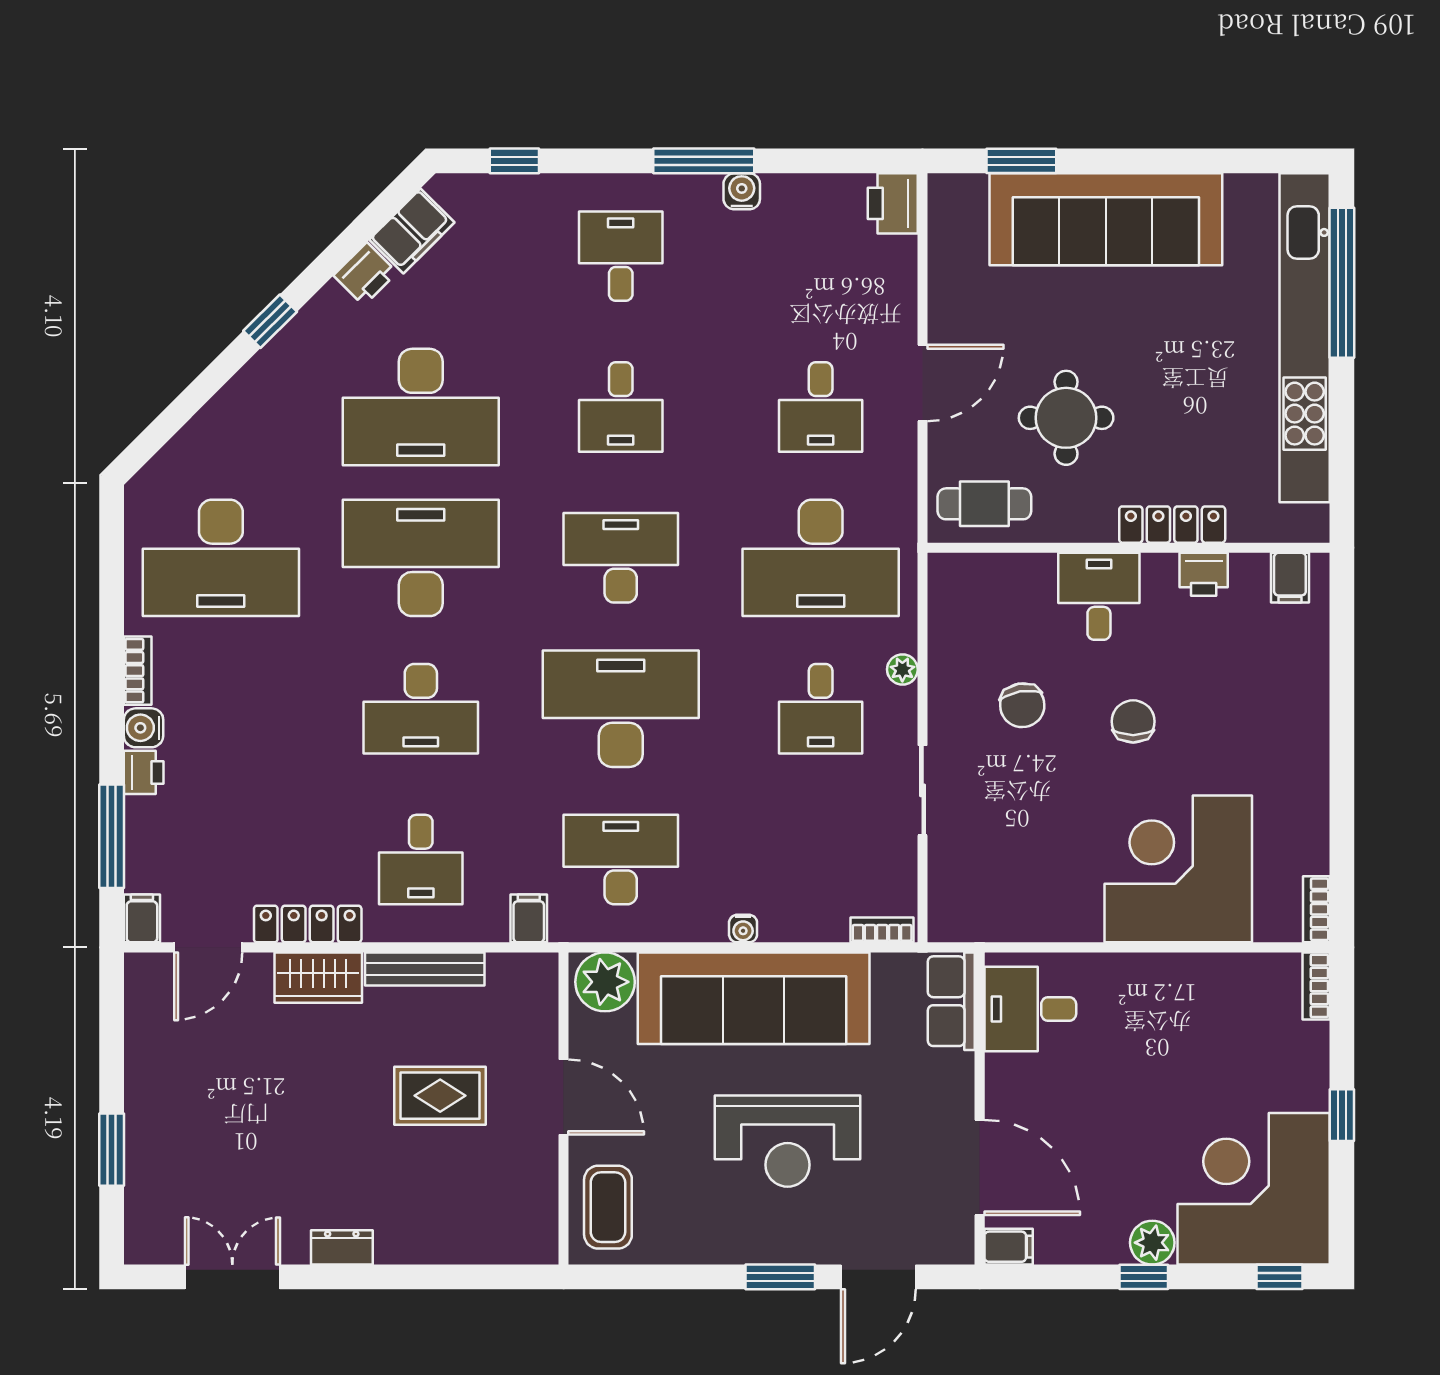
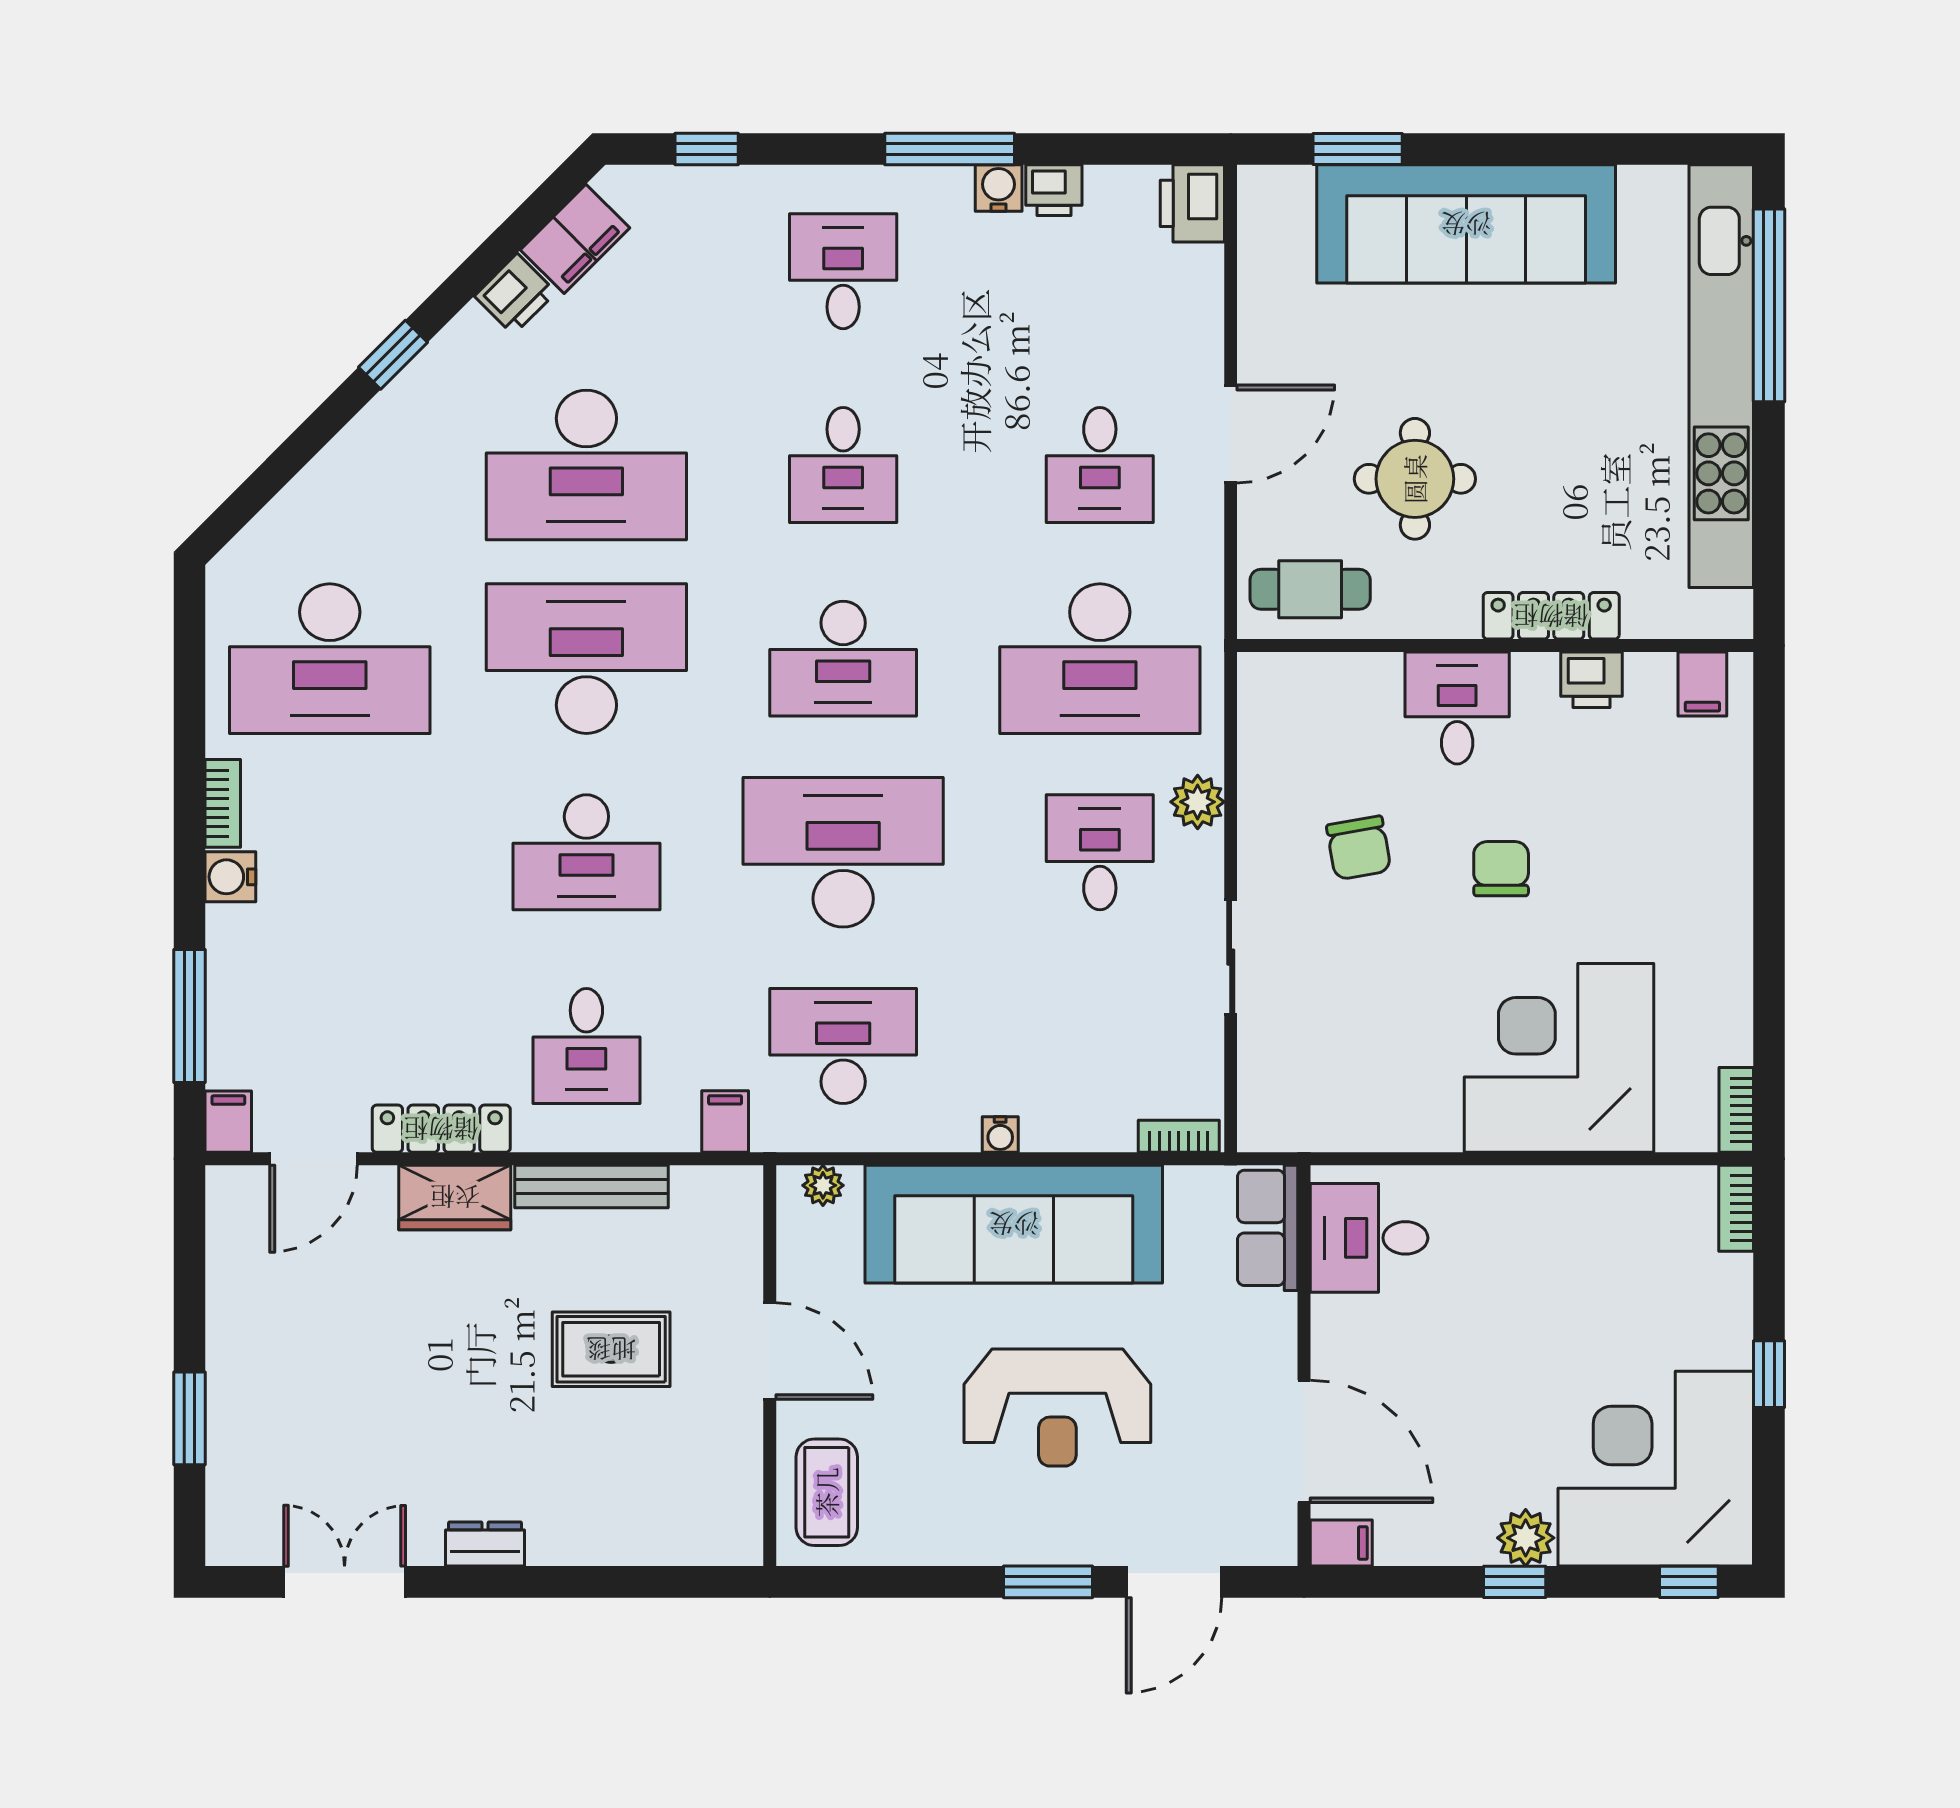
desk: (621, 558) -> (843, 659), turned 180
plant: (902, 669) -> (1198, 802), width x1.38, depth x1.38
desk: (821, 709) -> (1100, 852), turned 180
printer: (144, 772) -> (1054, 190), moved, turned 90
plant: (605, 982) -> (823, 1185), width x0.53, depth x0.53

